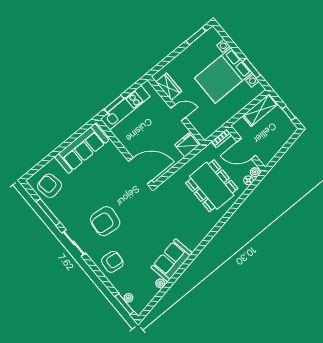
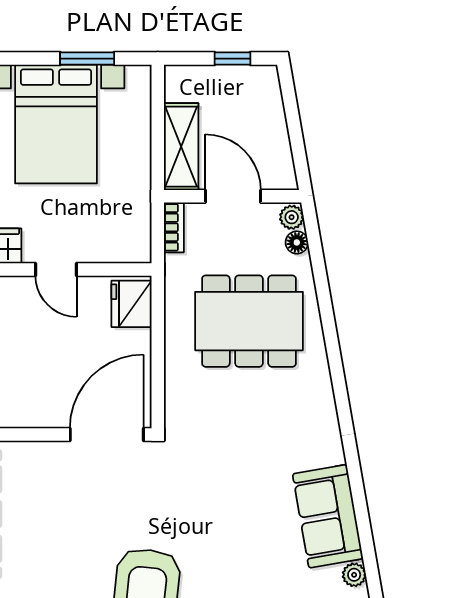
shelving: (260, 110) -> (181, 147), moved
door: (178, 113) -> (56, 270), swing flipped
door: (246, 149) -> (233, 196), swing flipped

